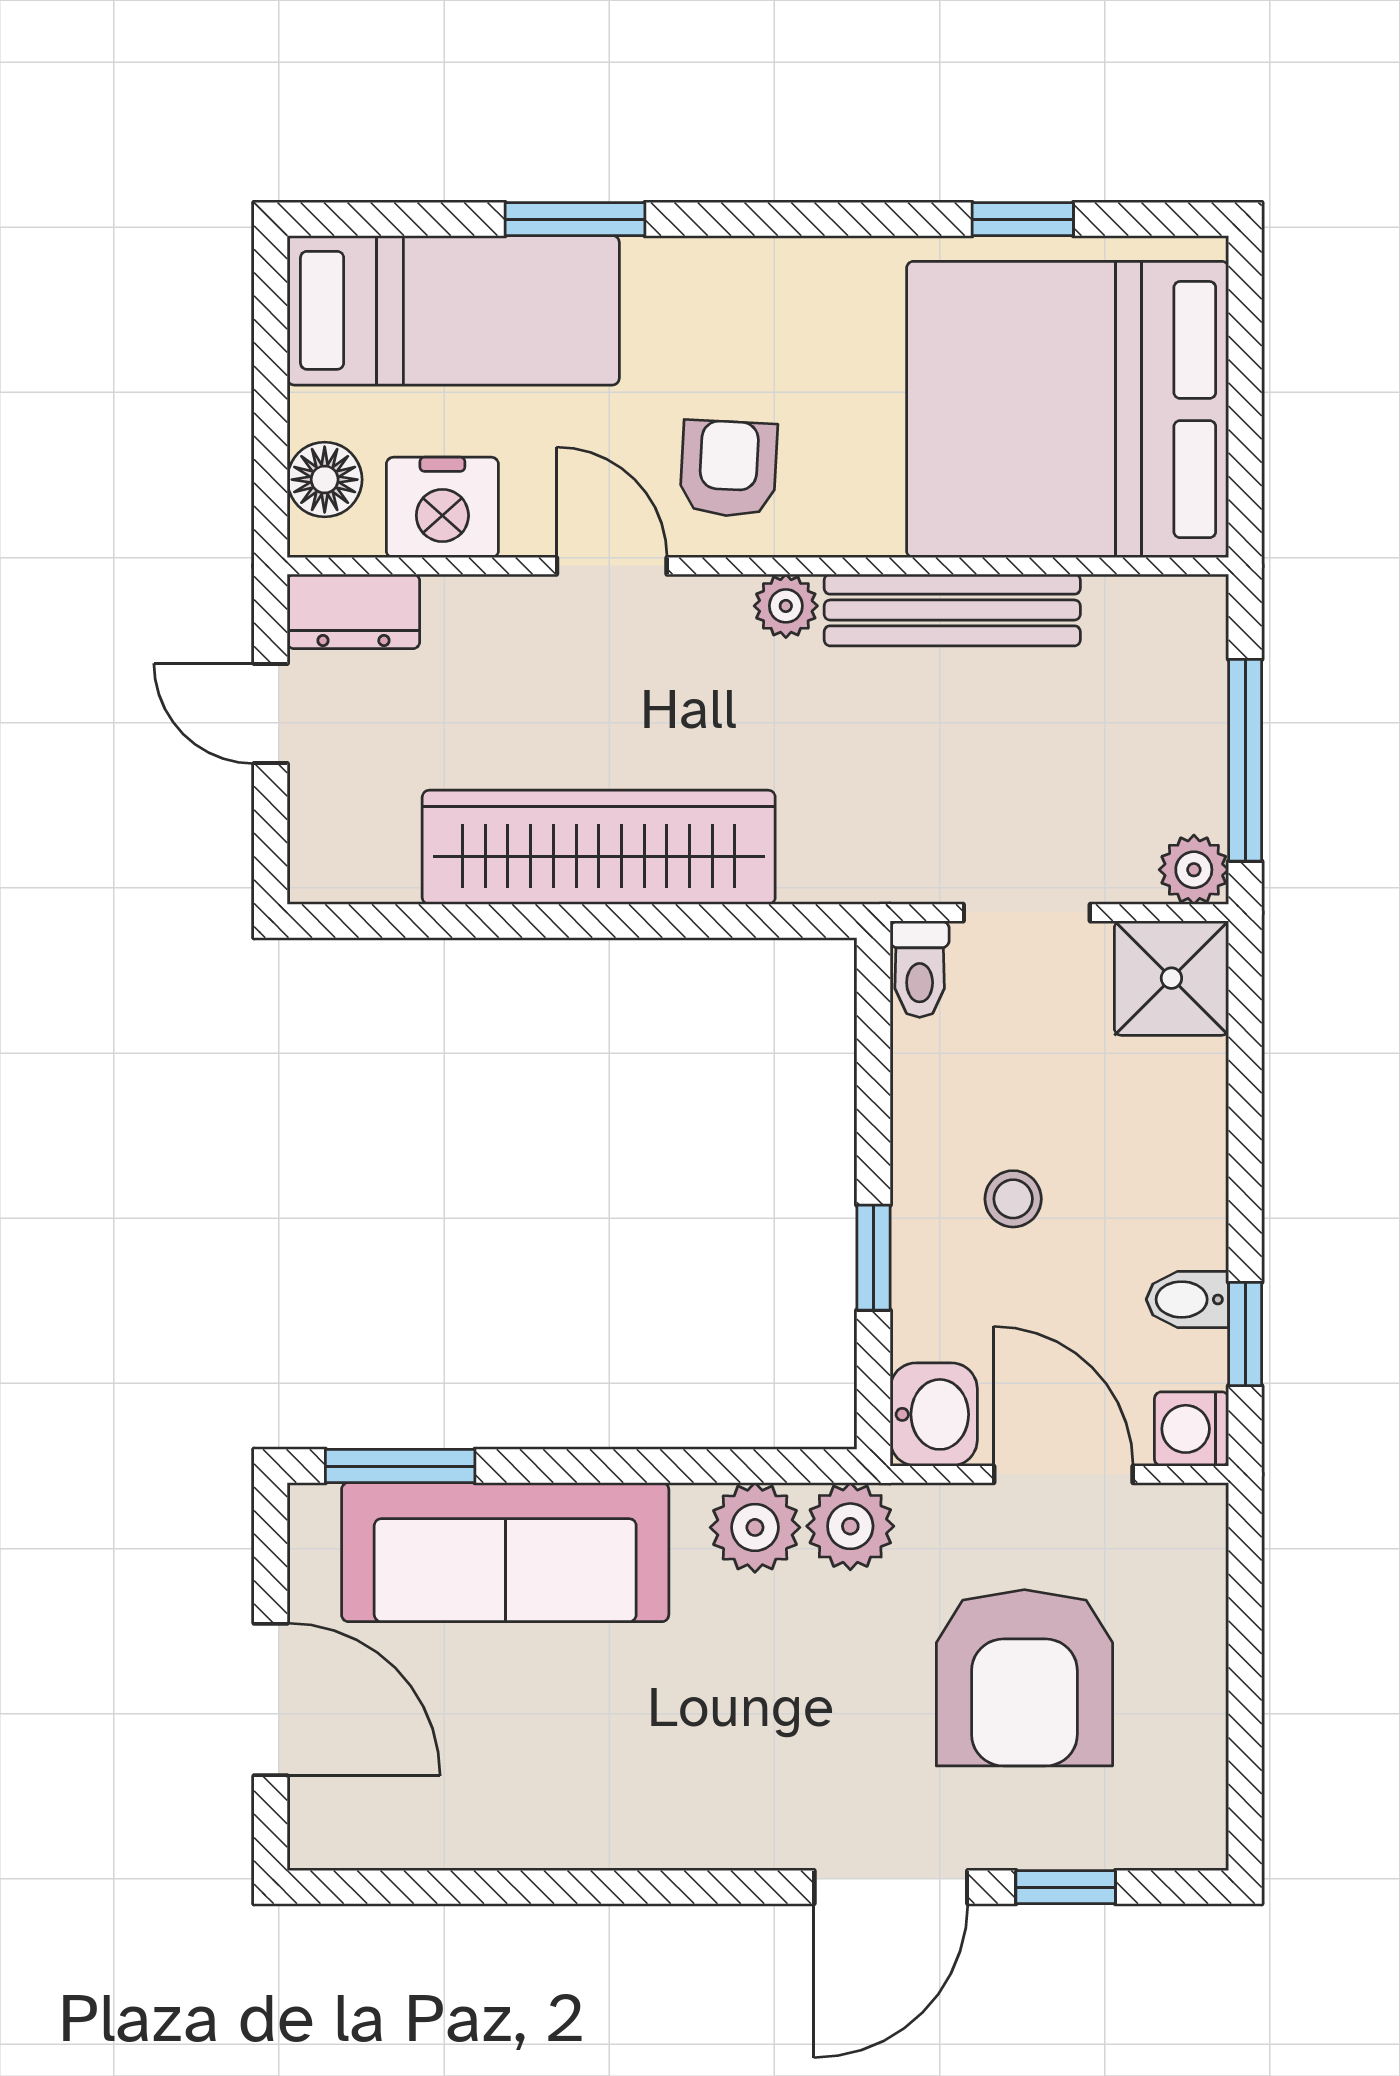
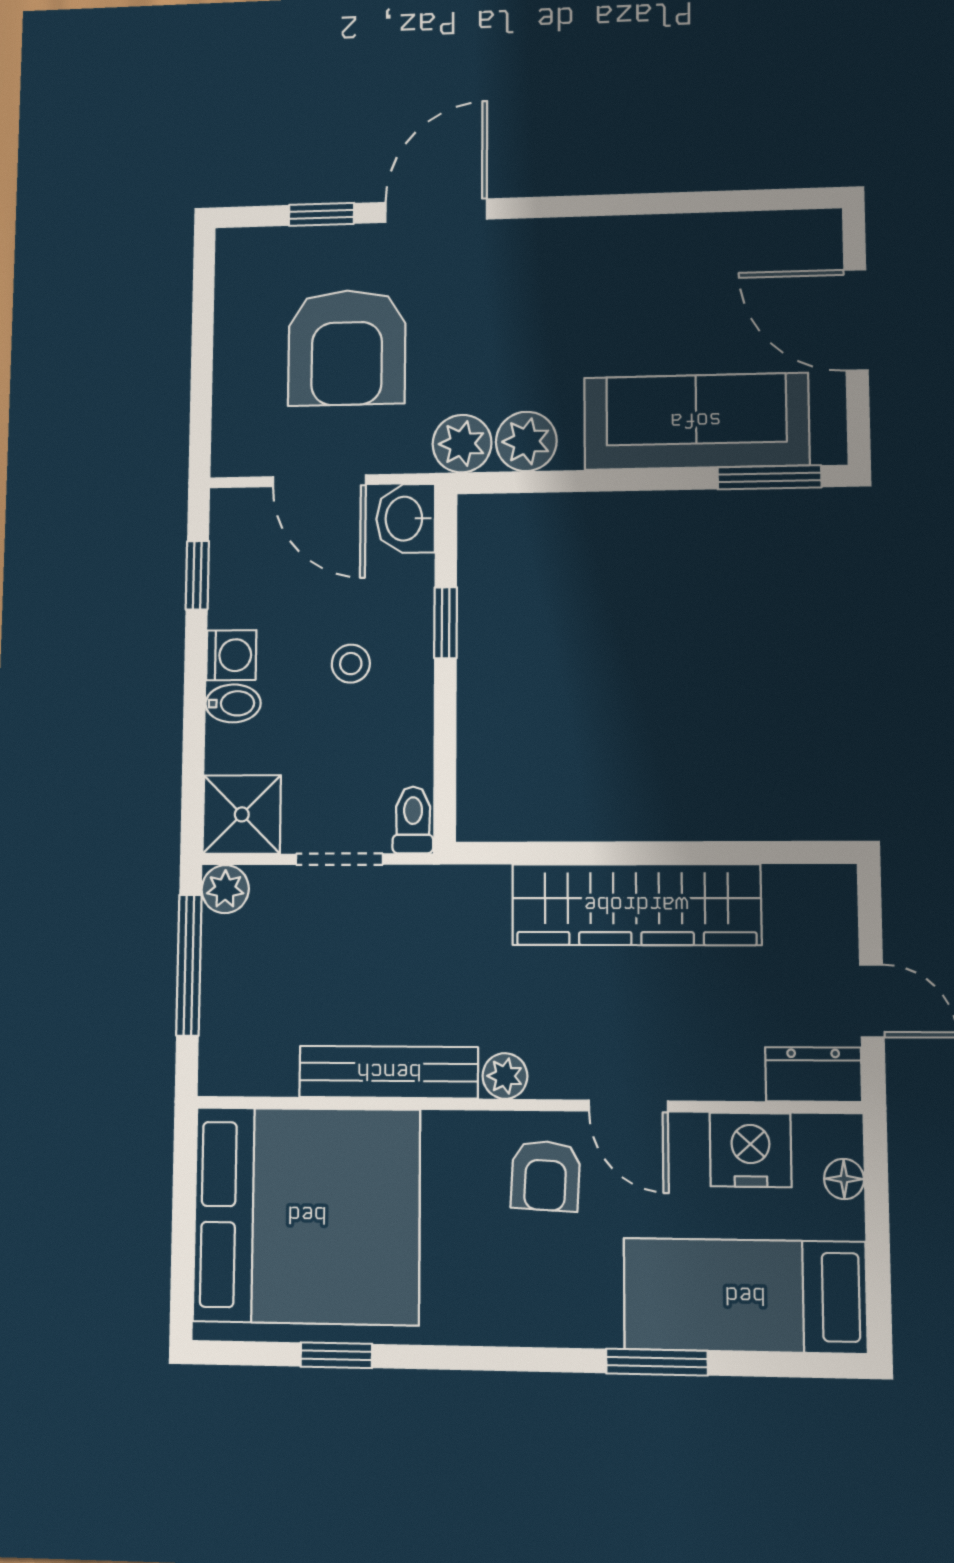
floor lamp: (325, 480) -> (844, 1179), width x0.73, depth x0.73
bidet: (1187, 1299) -> (233, 703), moved
washing machine: (1192, 1429) -> (231, 655), moved
armchair: (1024, 1678) -> (347, 347), turned 180

